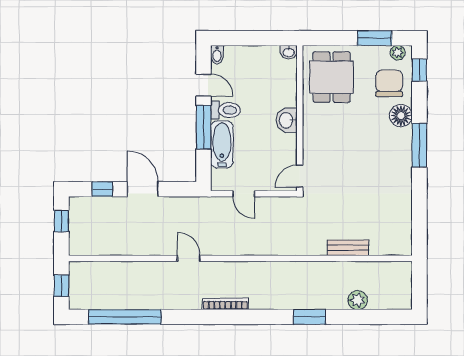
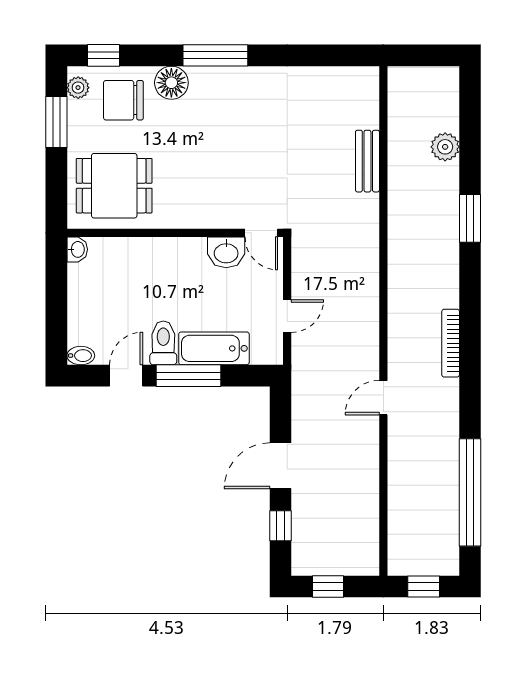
washbasin: (287, 120) -> (226, 252), moved

